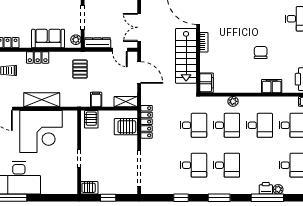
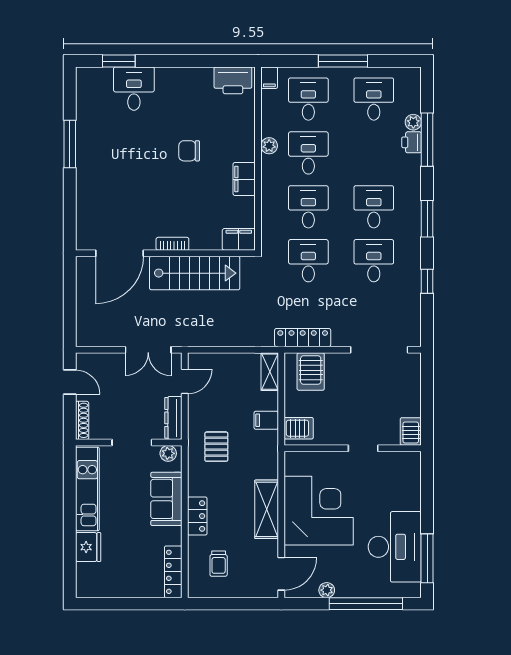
pallet: (80, 69) -> (216, 447), turned 90
door: (139, 73) -> (222, 350), removed
filing cabinet: (272, 86) -> (244, 179), moved
plant: (233, 101) -> (269, 146), moved
window: (108, 198) -> (427, 401), removed

